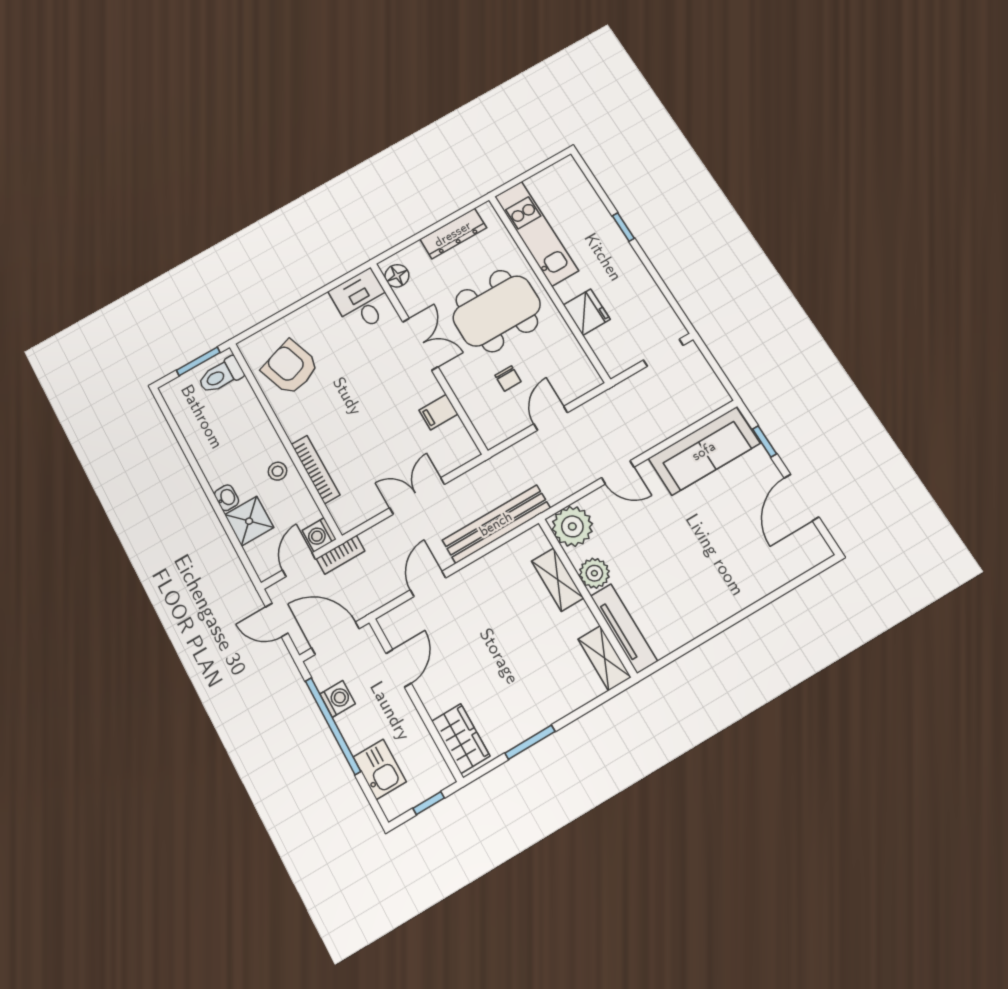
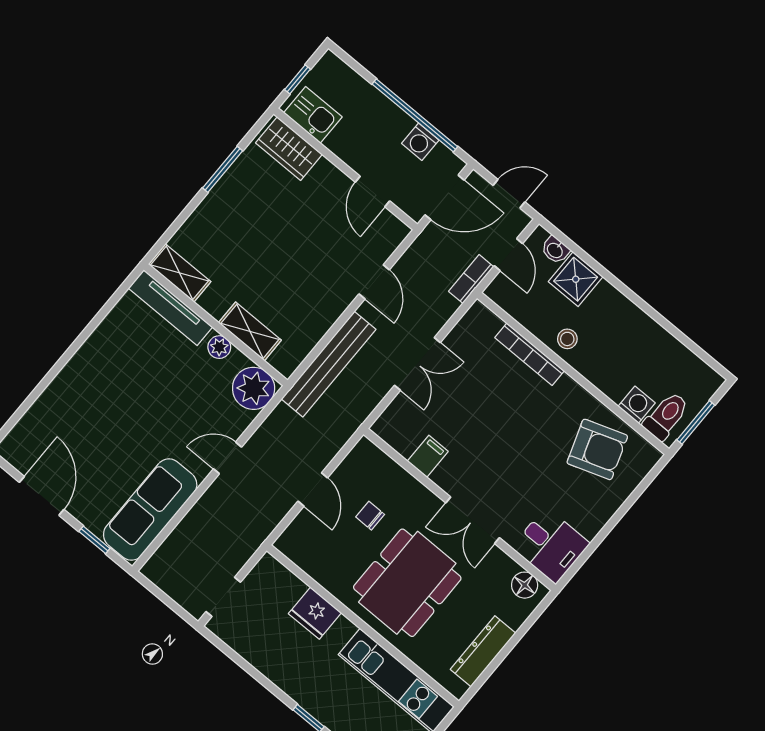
washbasin: (227, 498) -> (555, 250), moved
washing machine: (319, 535) -> (637, 405), moved
plant: (594, 573) -> (219, 347), width x0.73, depth x0.73
kitchen sink: (380, 769) -> (313, 115), moved, turned 180

